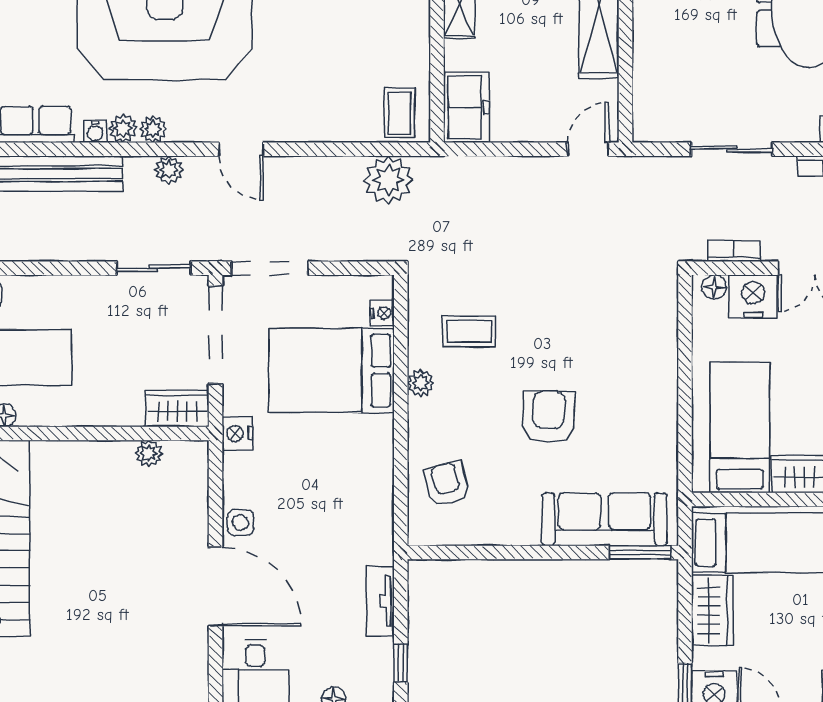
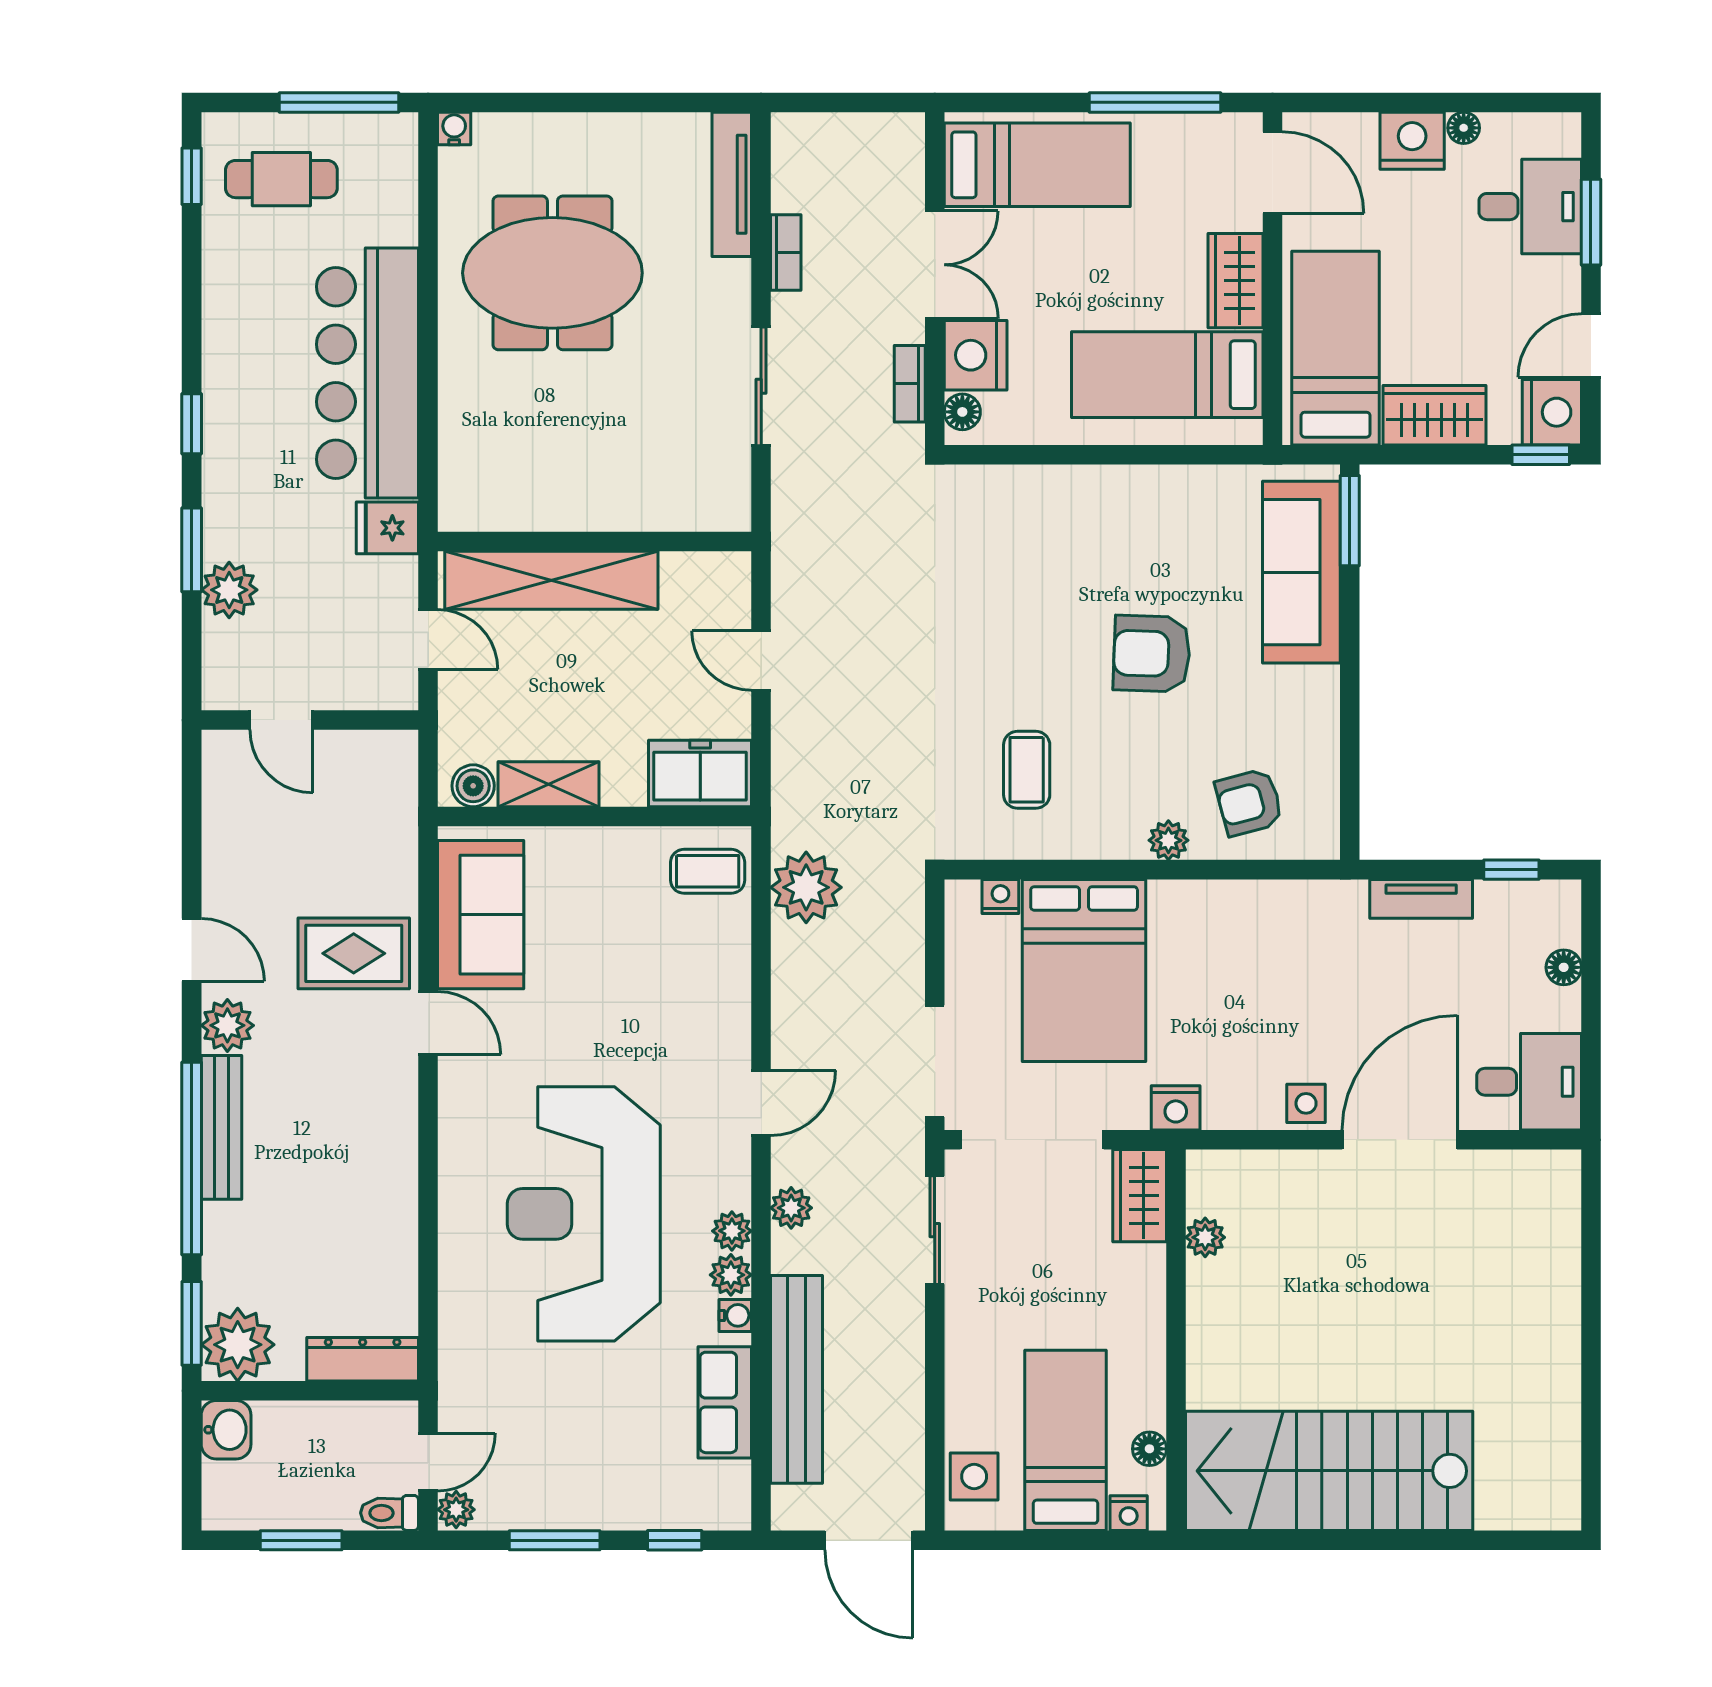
door: (588, 149) -> (761, 661), moved
plant: (421, 383) -> (1168, 840), moved

